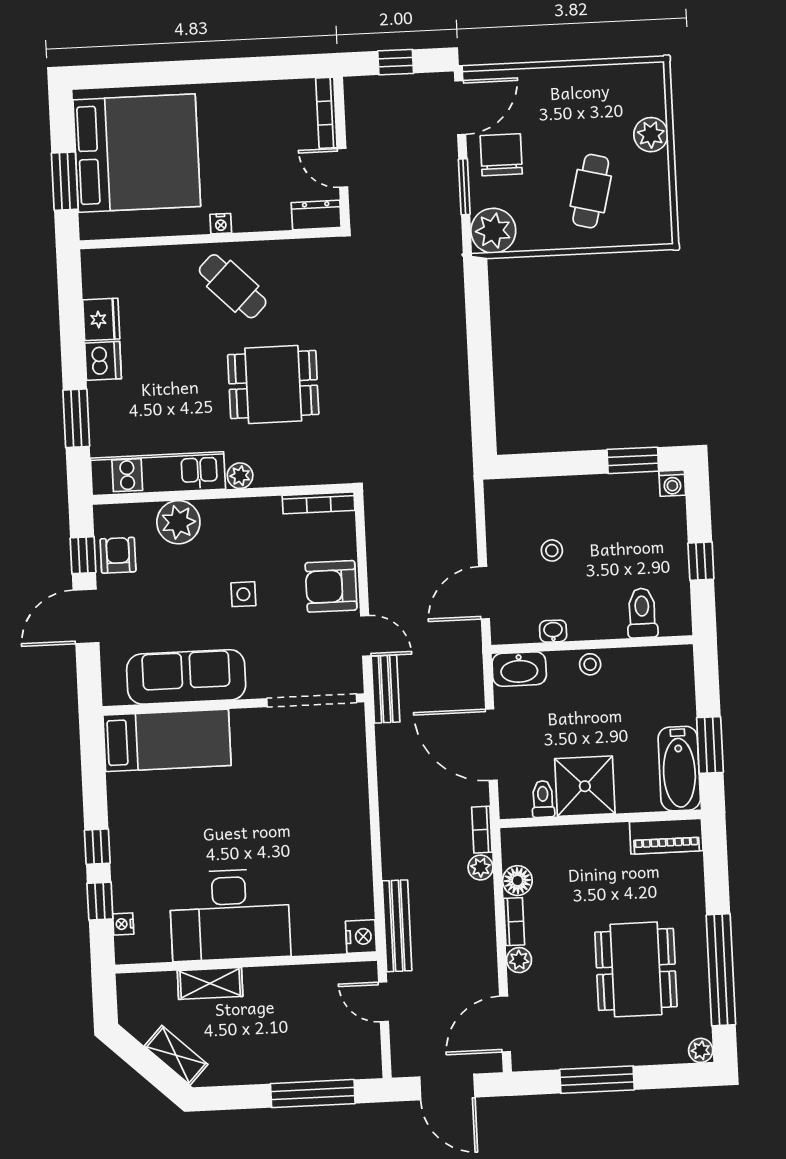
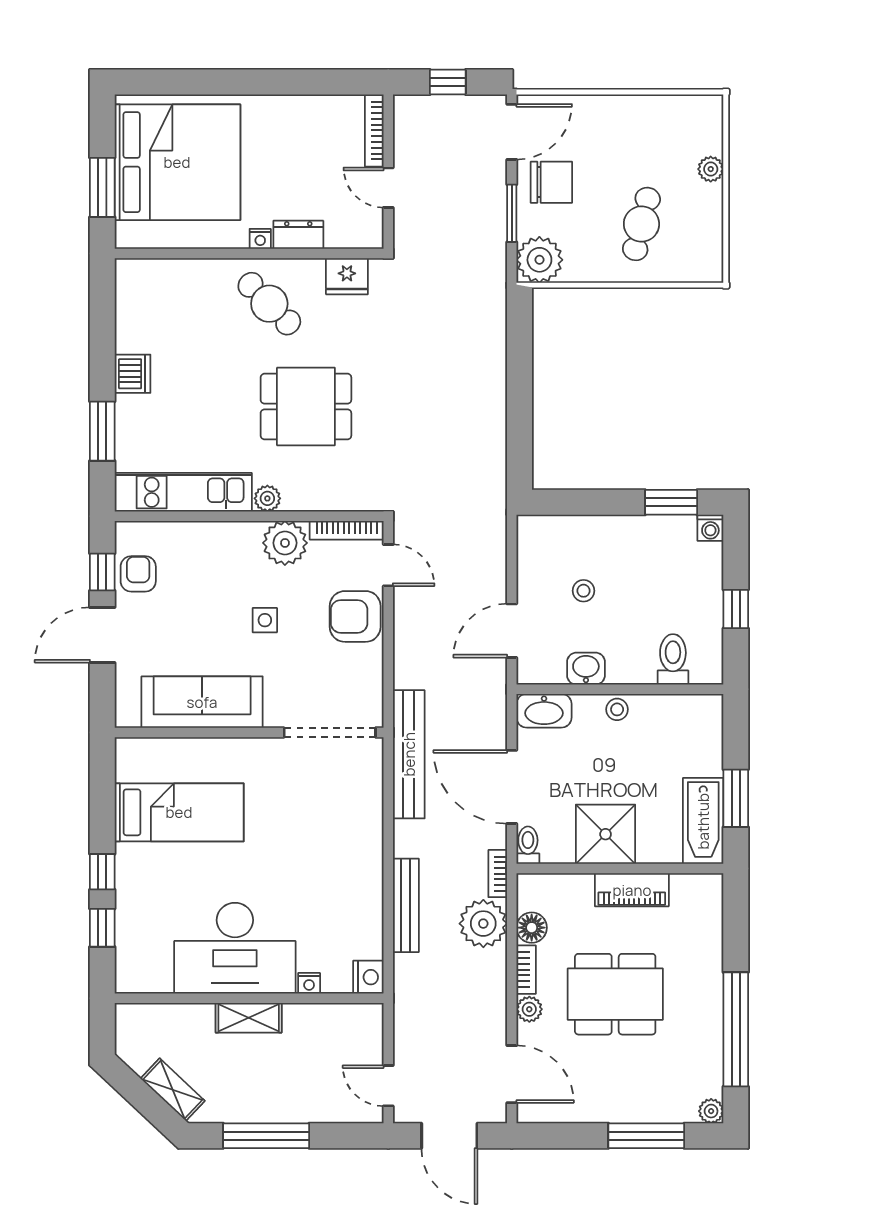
plant: (651, 135) -> (711, 169), width x0.73, depth x0.73
chair: (501, 155) -> (551, 182), turned 90
dresser: (316, 215) -> (298, 235), moved
fridge: (101, 319) -> (347, 276), moved, turned 90
plant: (178, 522) -> (285, 543), moved
washbasin: (553, 631) -> (586, 669), width x1.38, depth x1.45
door: (366, 636) -> (388, 565), moved
bench: (386, 689) -> (409, 754), width x1.86, depth x1.21
bed: (167, 740) -> (179, 812), moved
toilet: (543, 799) -> (528, 845), moved
piano: (666, 836) -> (632, 890), moved
plant: (481, 868) -> (483, 924), width x1.87, depth x1.87
nightstand: (123, 924) -> (309, 983), moved, turned -90
bench: (397, 926) -> (406, 905), moved
dining table: (636, 969) -> (615, 994), moved, turned 90
shelving: (210, 983) -> (249, 1018), moved
door: (384, 1002) -> (388, 1086), moved
door: (505, 1024) -> (512, 1074), swing flipped
window: (597, 1080) -> (646, 1136), moved
window: (313, 1094) -> (266, 1136), moved

